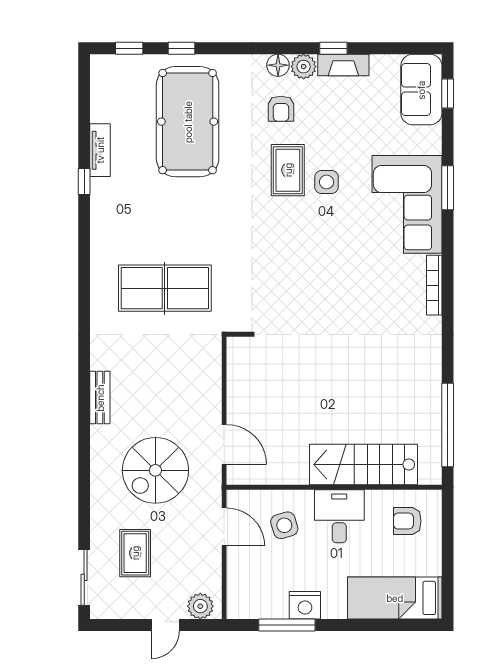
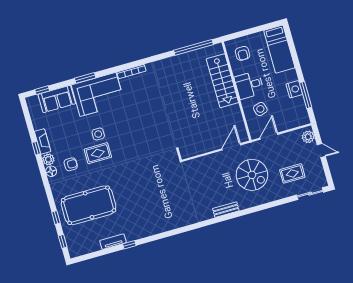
sofa: (421, 90) -> (57, 99), moved
table tennis table: (165, 288) -> (168, 194), removed

